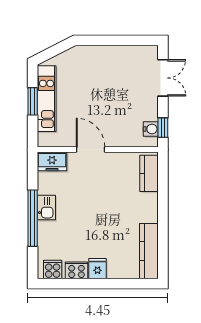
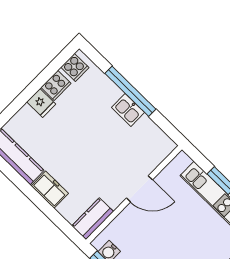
freezer: (52, 161) -> (50, 190), moved, turned 90
kitchen counter: (149, 173) -> (93, 219), moved, turned -90

